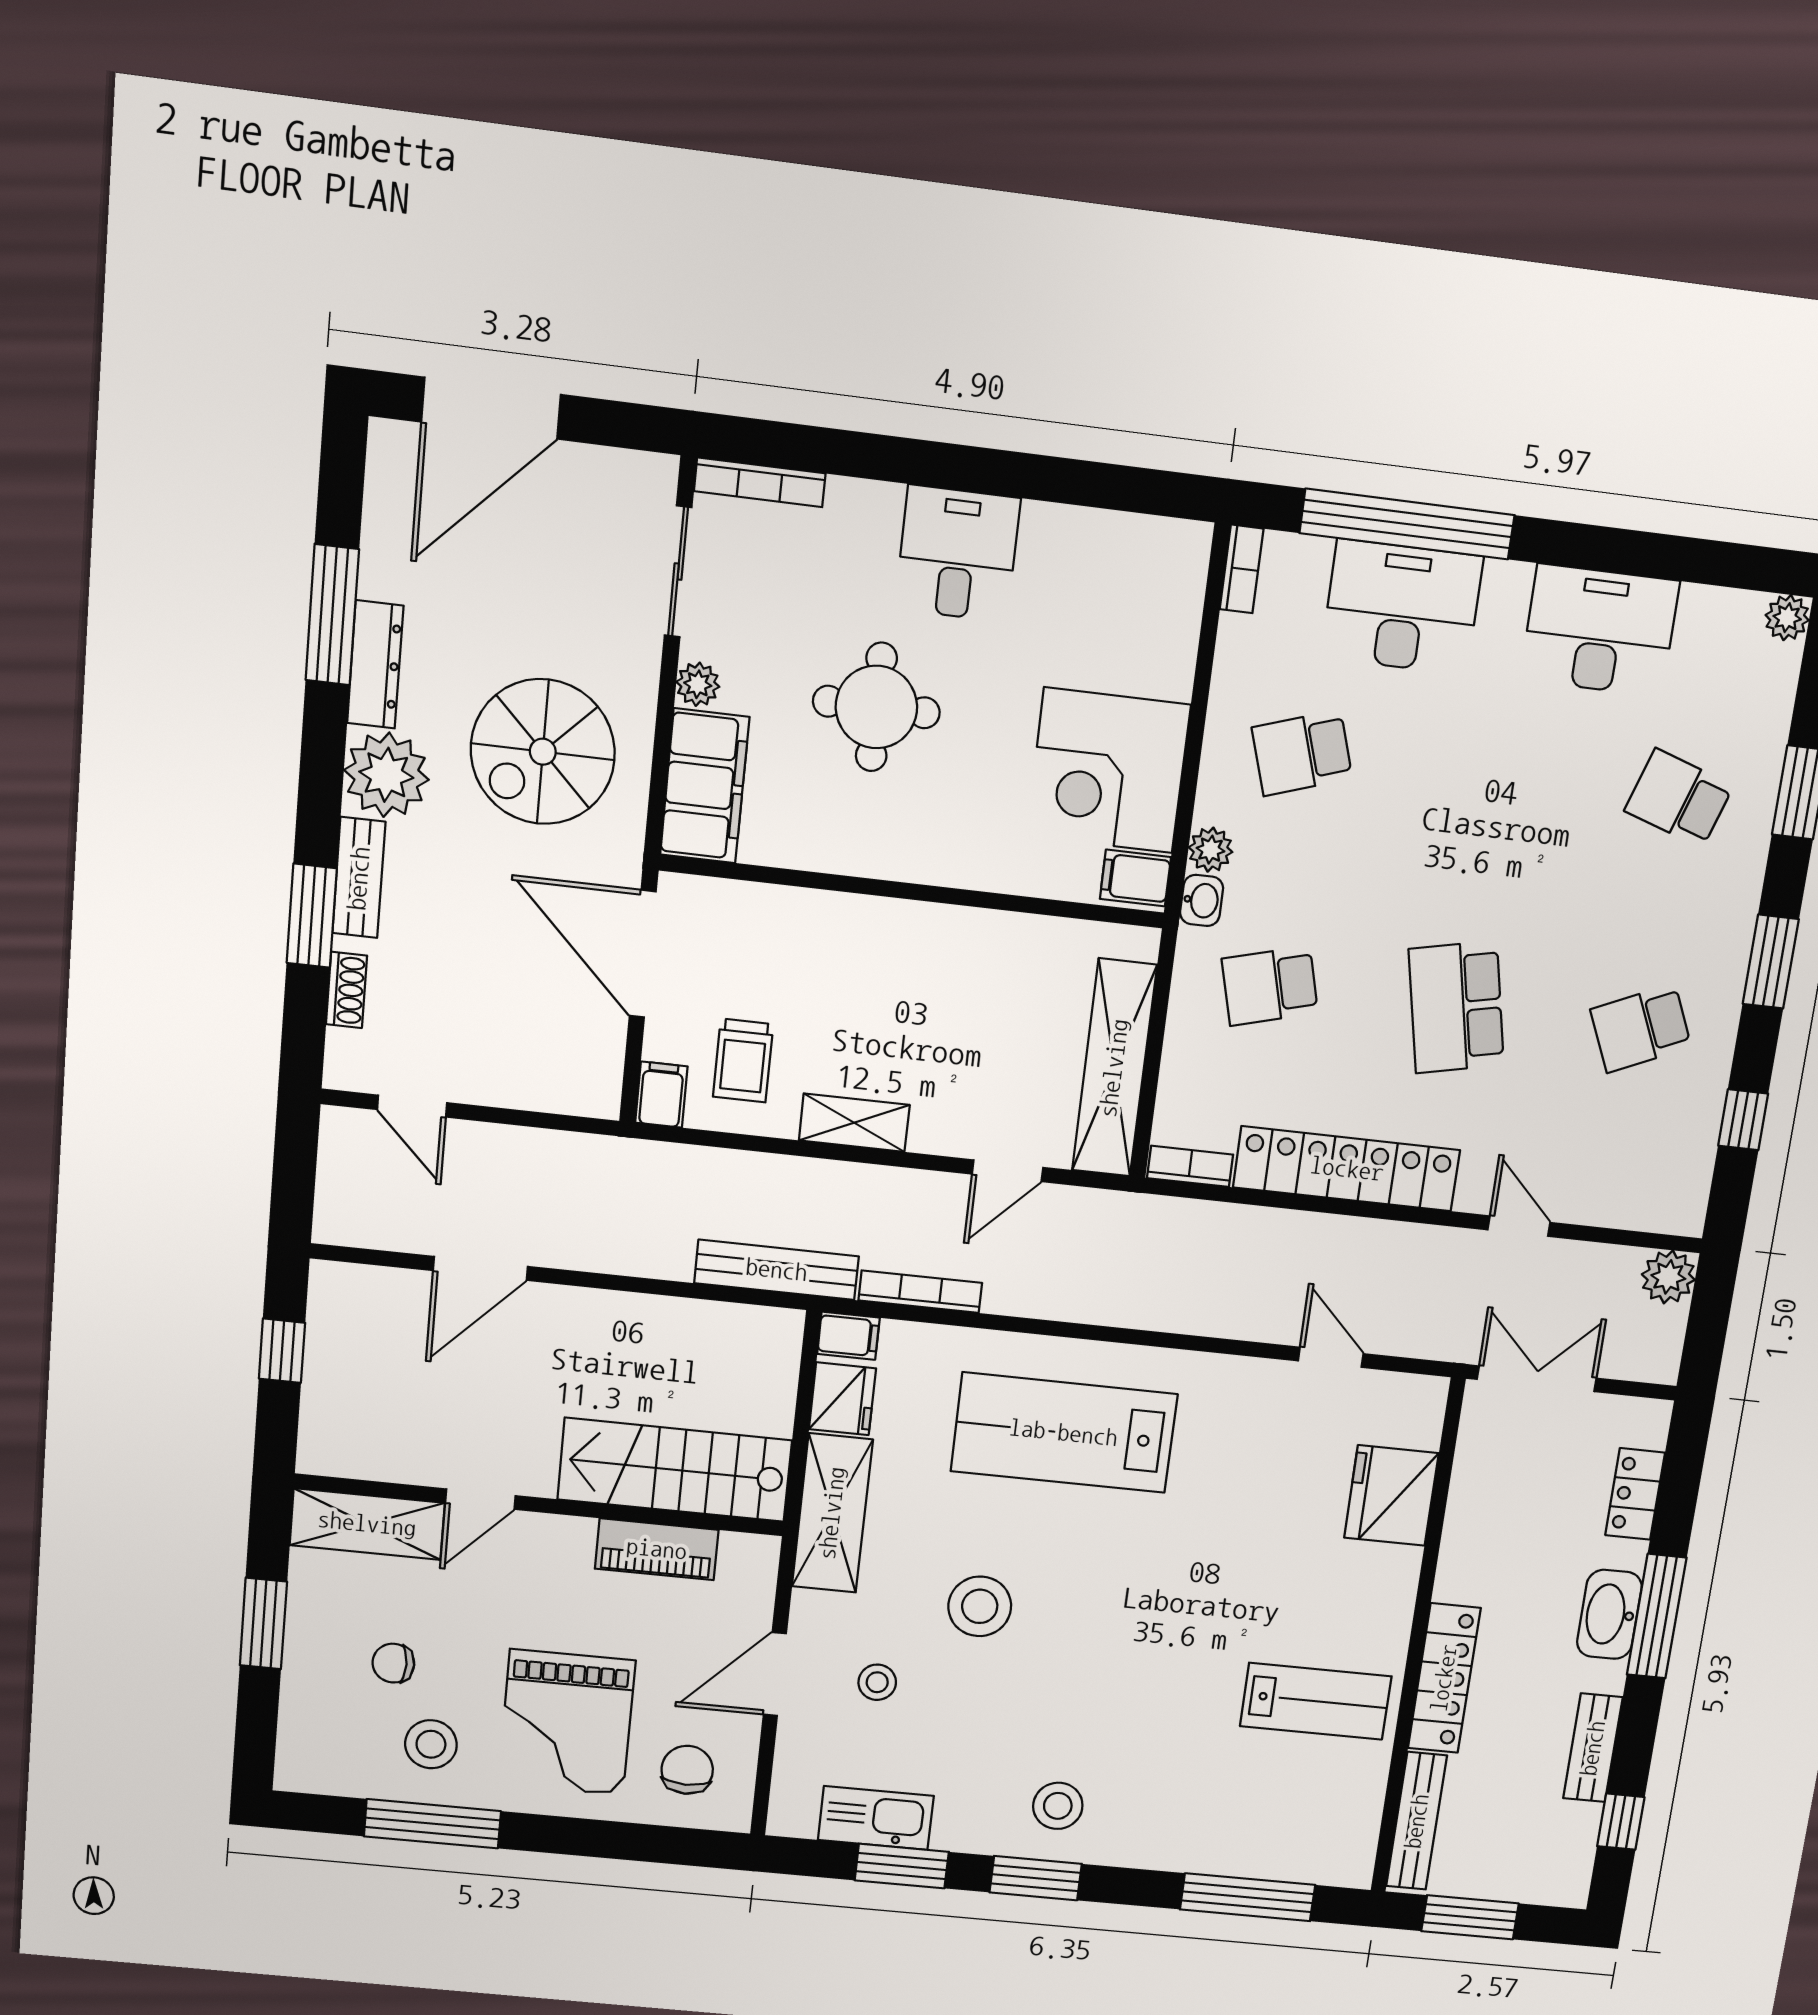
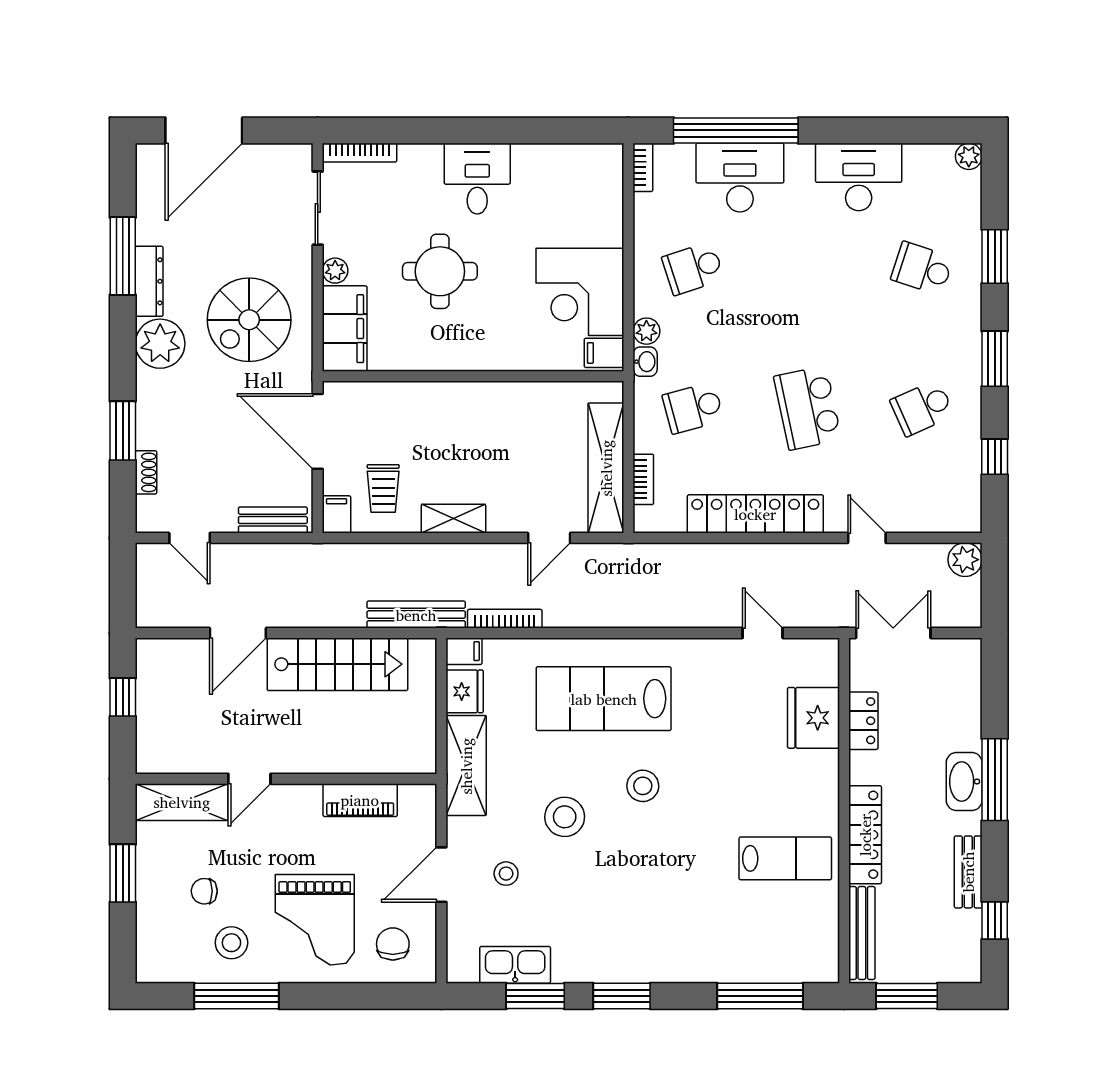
bench: (359, 878) -> (273, 520), moved, turned 90
bookcase: (1190, 1166) -> (643, 479), moved, turned 90
stairs: (675, 1470) -> (337, 664), moved, turned 180
locker: (1635, 1494) -> (863, 721), moved, turned 180
stool: (1058, 1806) -> (643, 786), moved

